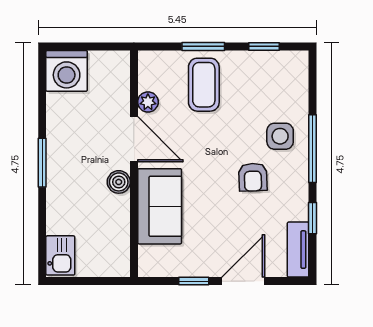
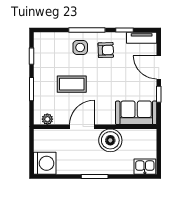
coffee table: (204, 85) -> (72, 84), moved
plant: (148, 102) -> (47, 119), moved
armchair: (253, 177) -> (106, 50), moved
boiler: (119, 182) -> (110, 140), width x1.86, depth x1.86
sofa: (160, 206) -> (136, 113), moved

